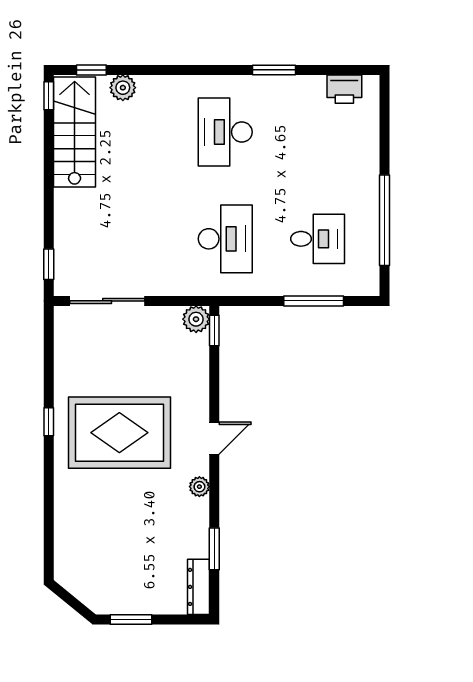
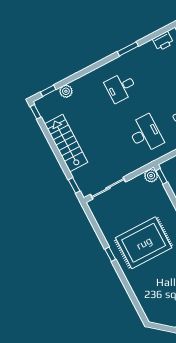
stairs: (75, 132) -> (66, 143), moved
desk: (225, 132) -> (121, 87), width x0.73

